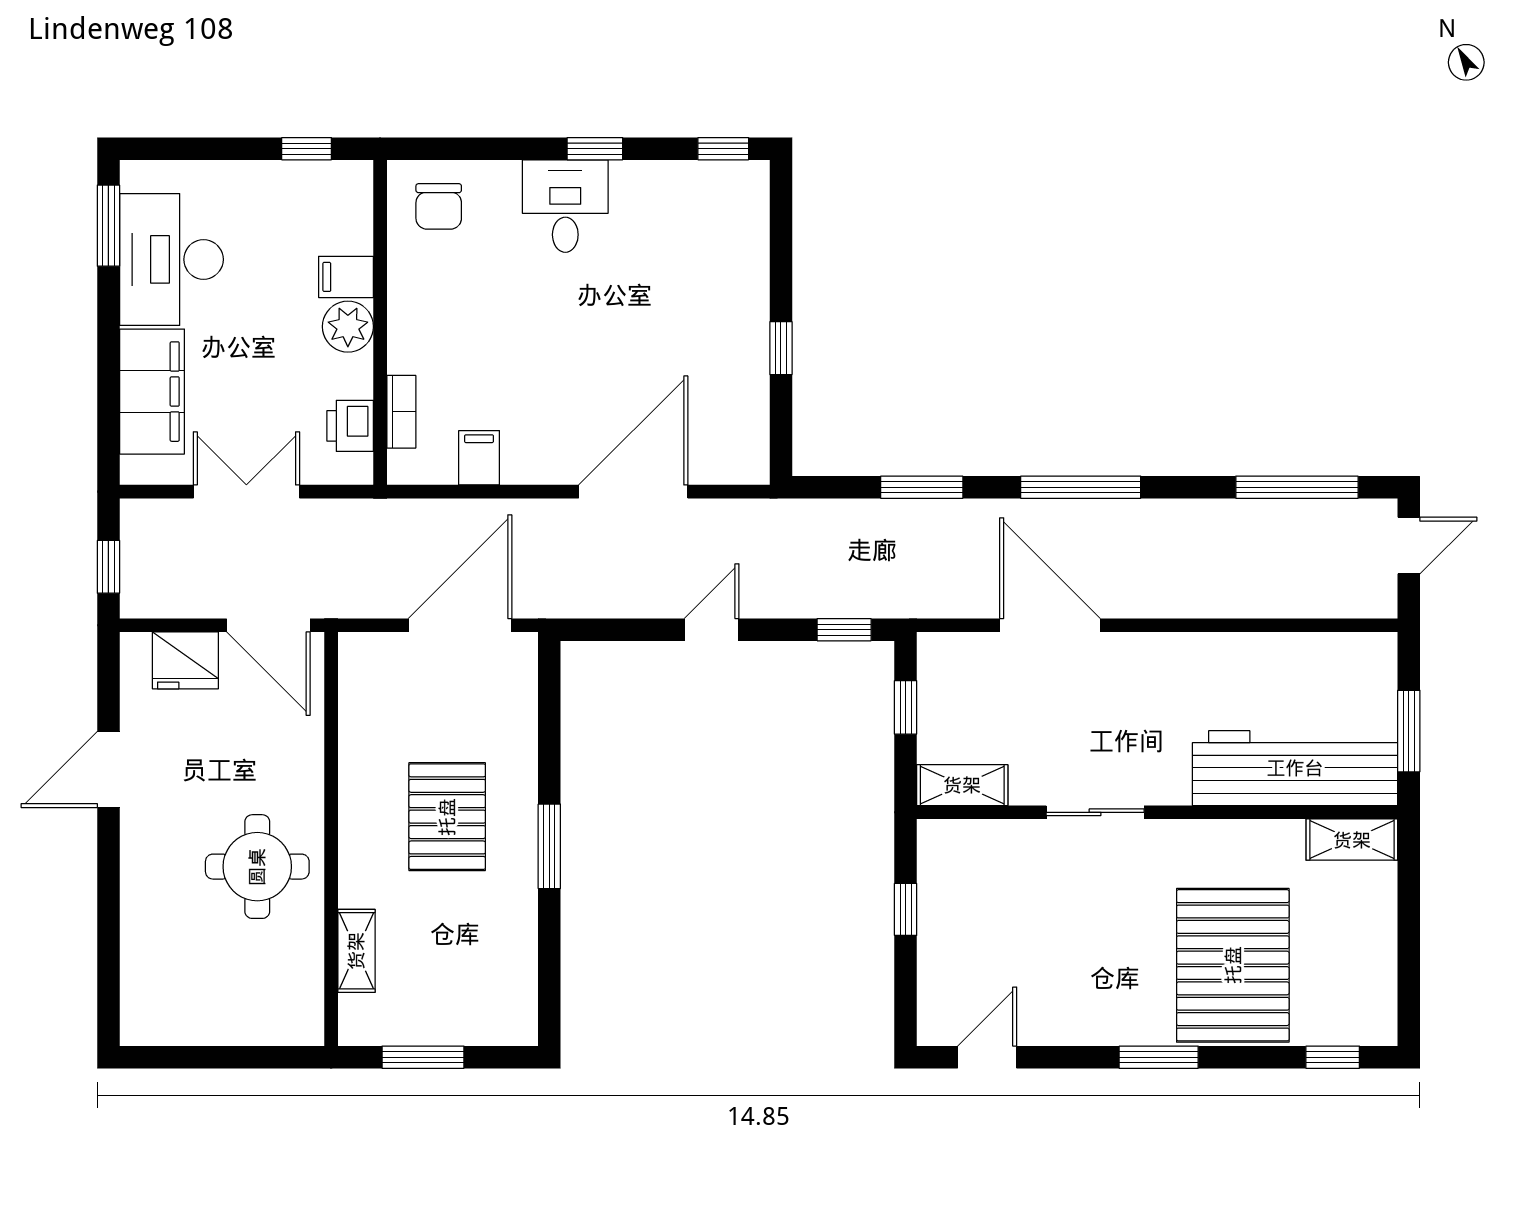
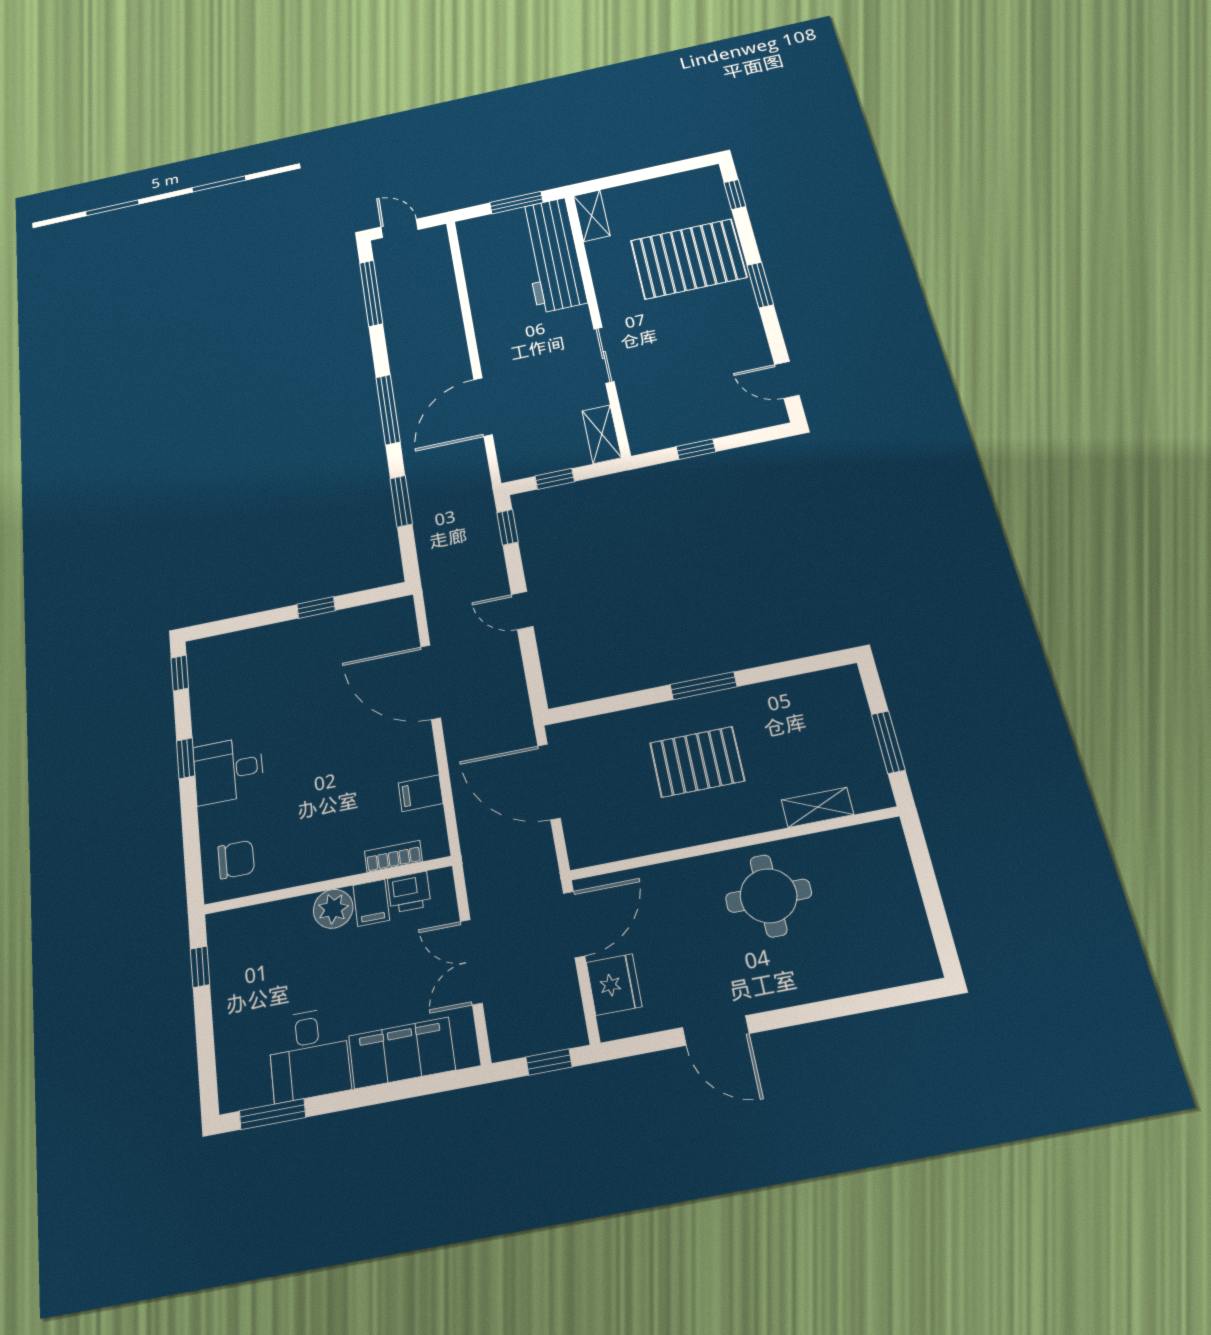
desk: (171, 259) -> (309, 1054), width x0.73
filing cabinet: (346, 277) -> (371, 903), moved

